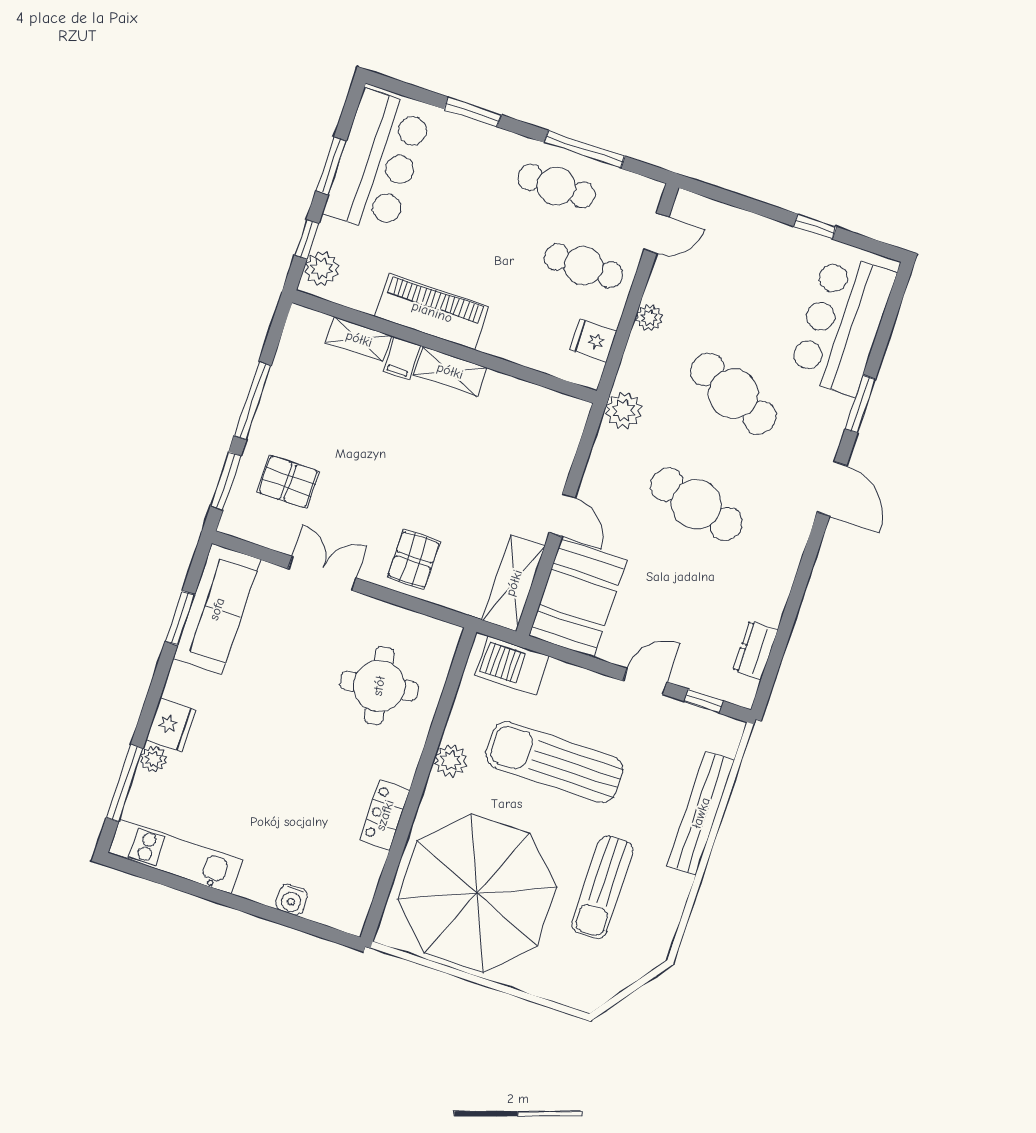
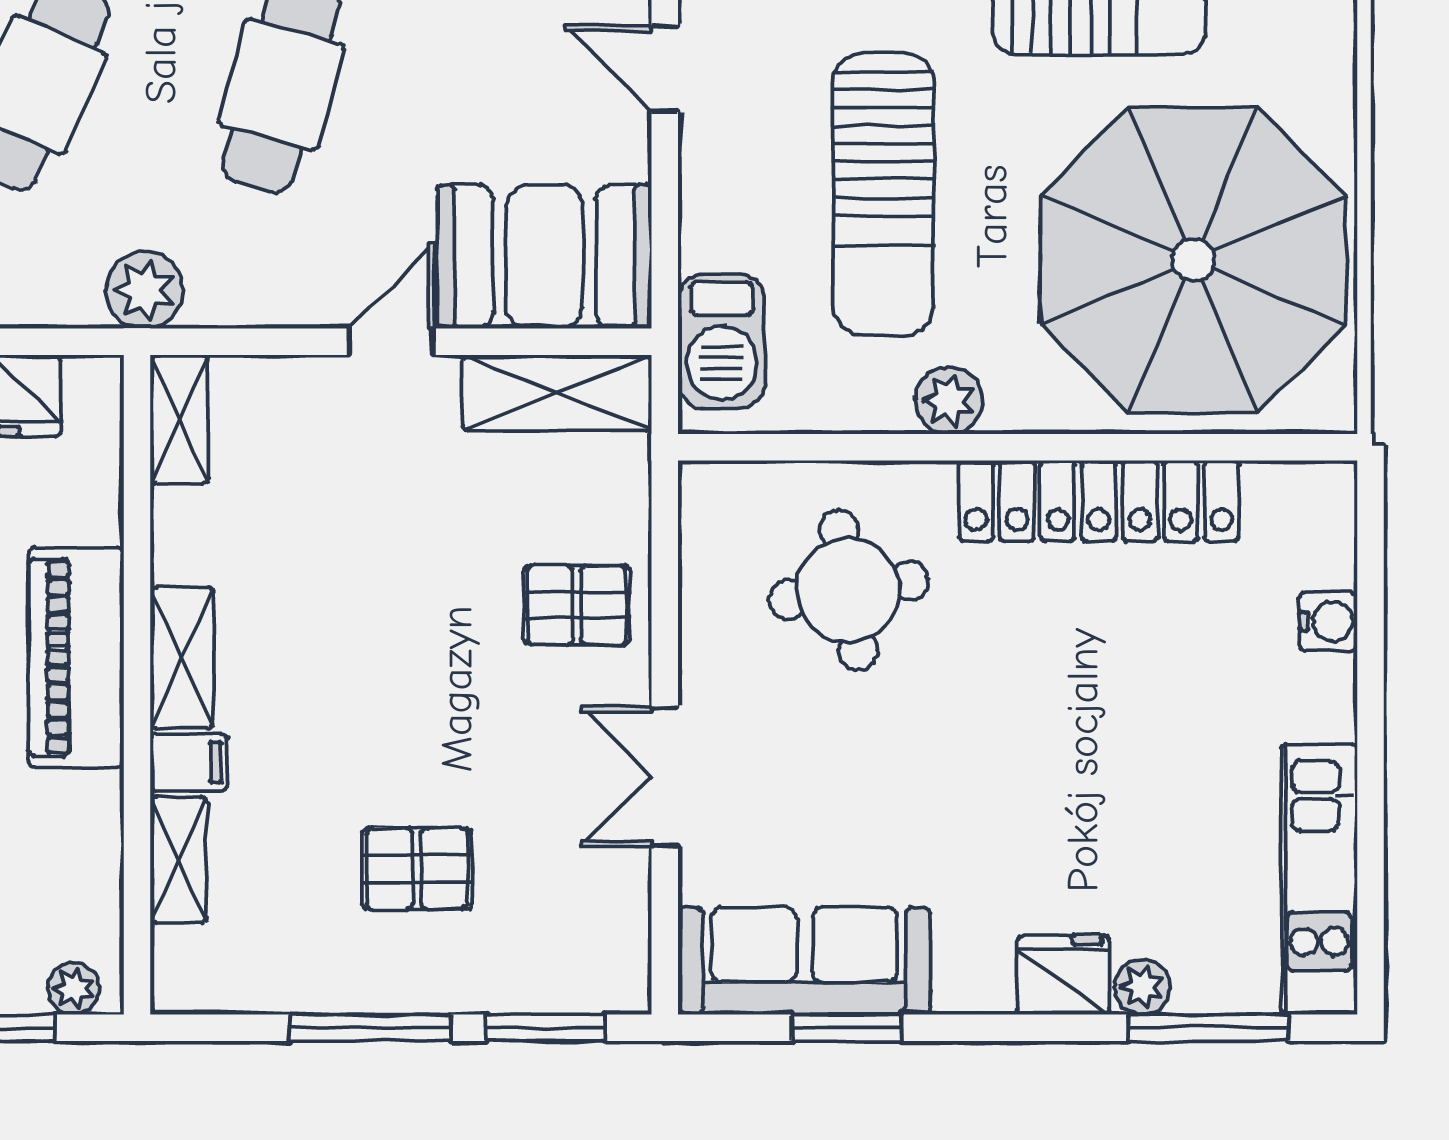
plant: (322, 269) -> (74, 989), width x0.73, depth x0.73
piano: (432, 312) -> (76, 657), moved
shelving: (559, 406) -> (179, 419), added
pallet: (288, 482) -> (417, 869), moved, turned 90
locker: (385, 815) -> (1099, 501), width x2.16, depth x1.21

